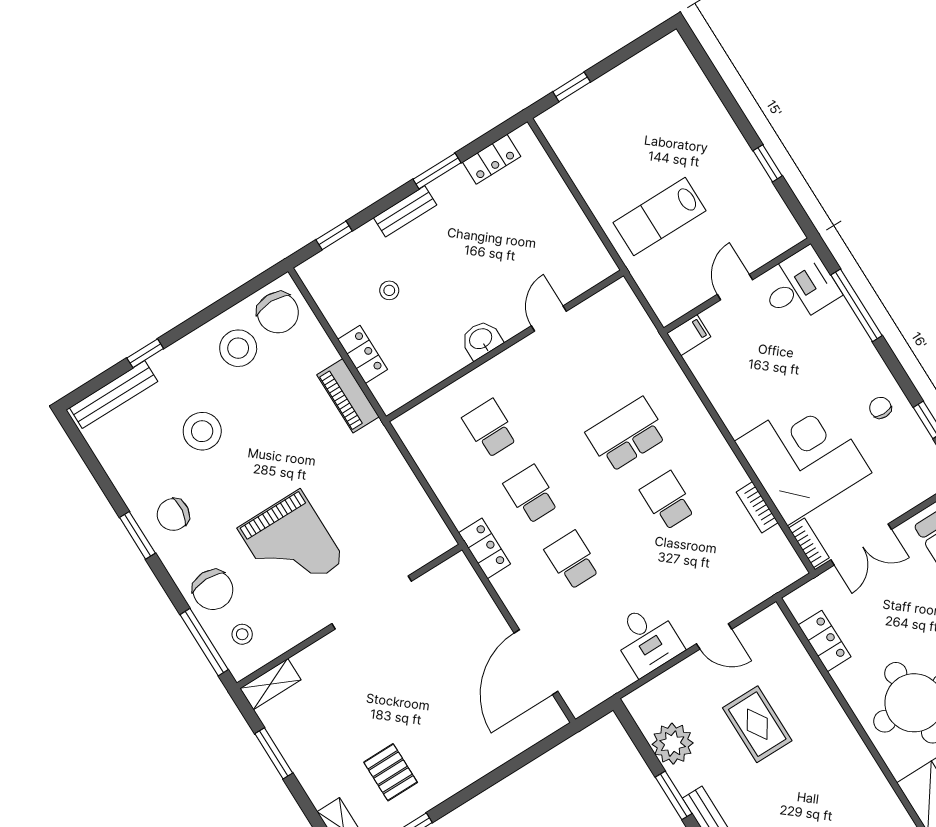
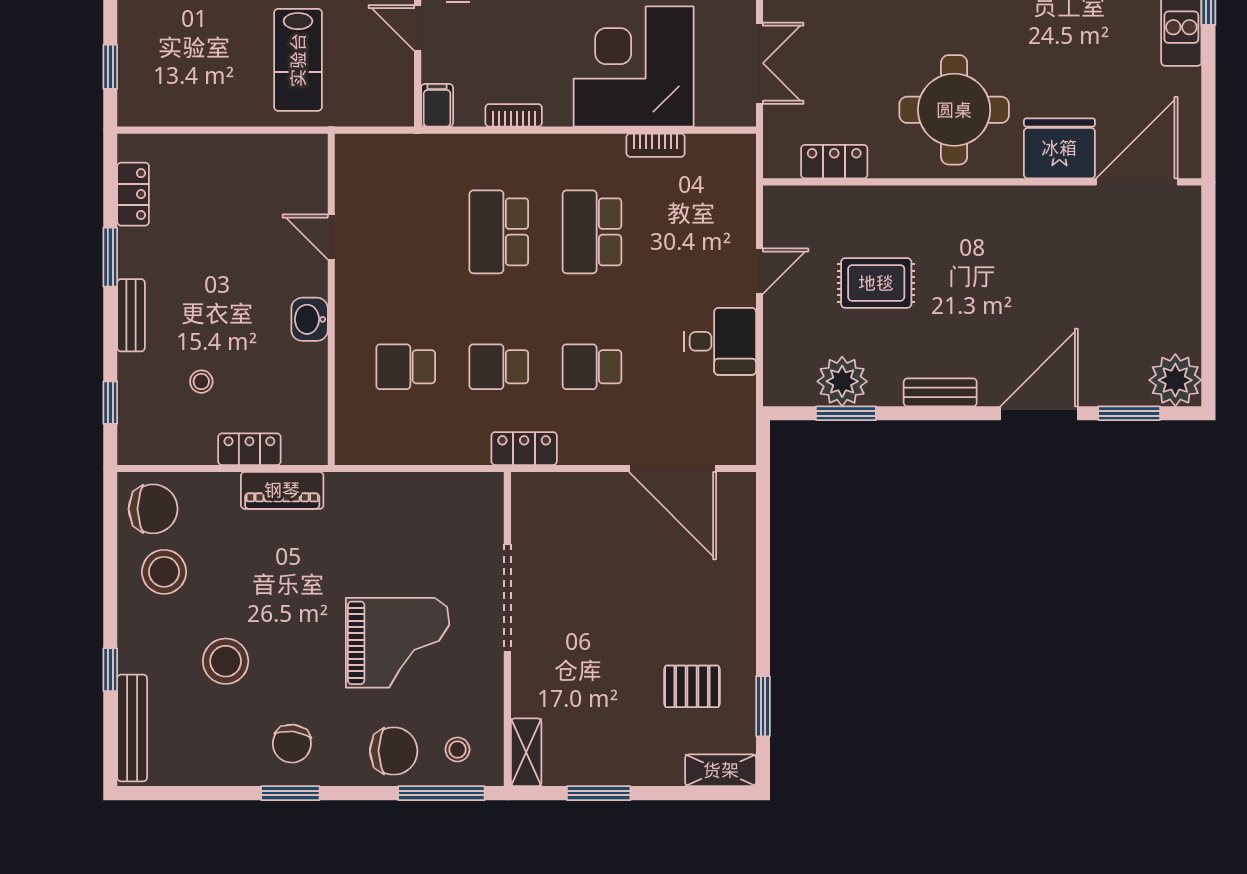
school desk: (668, 501) -> (592, 232), width x1.85
bookcase: (809, 543) -> (514, 115), moved
window: (674, 795) -> (846, 413), moved

